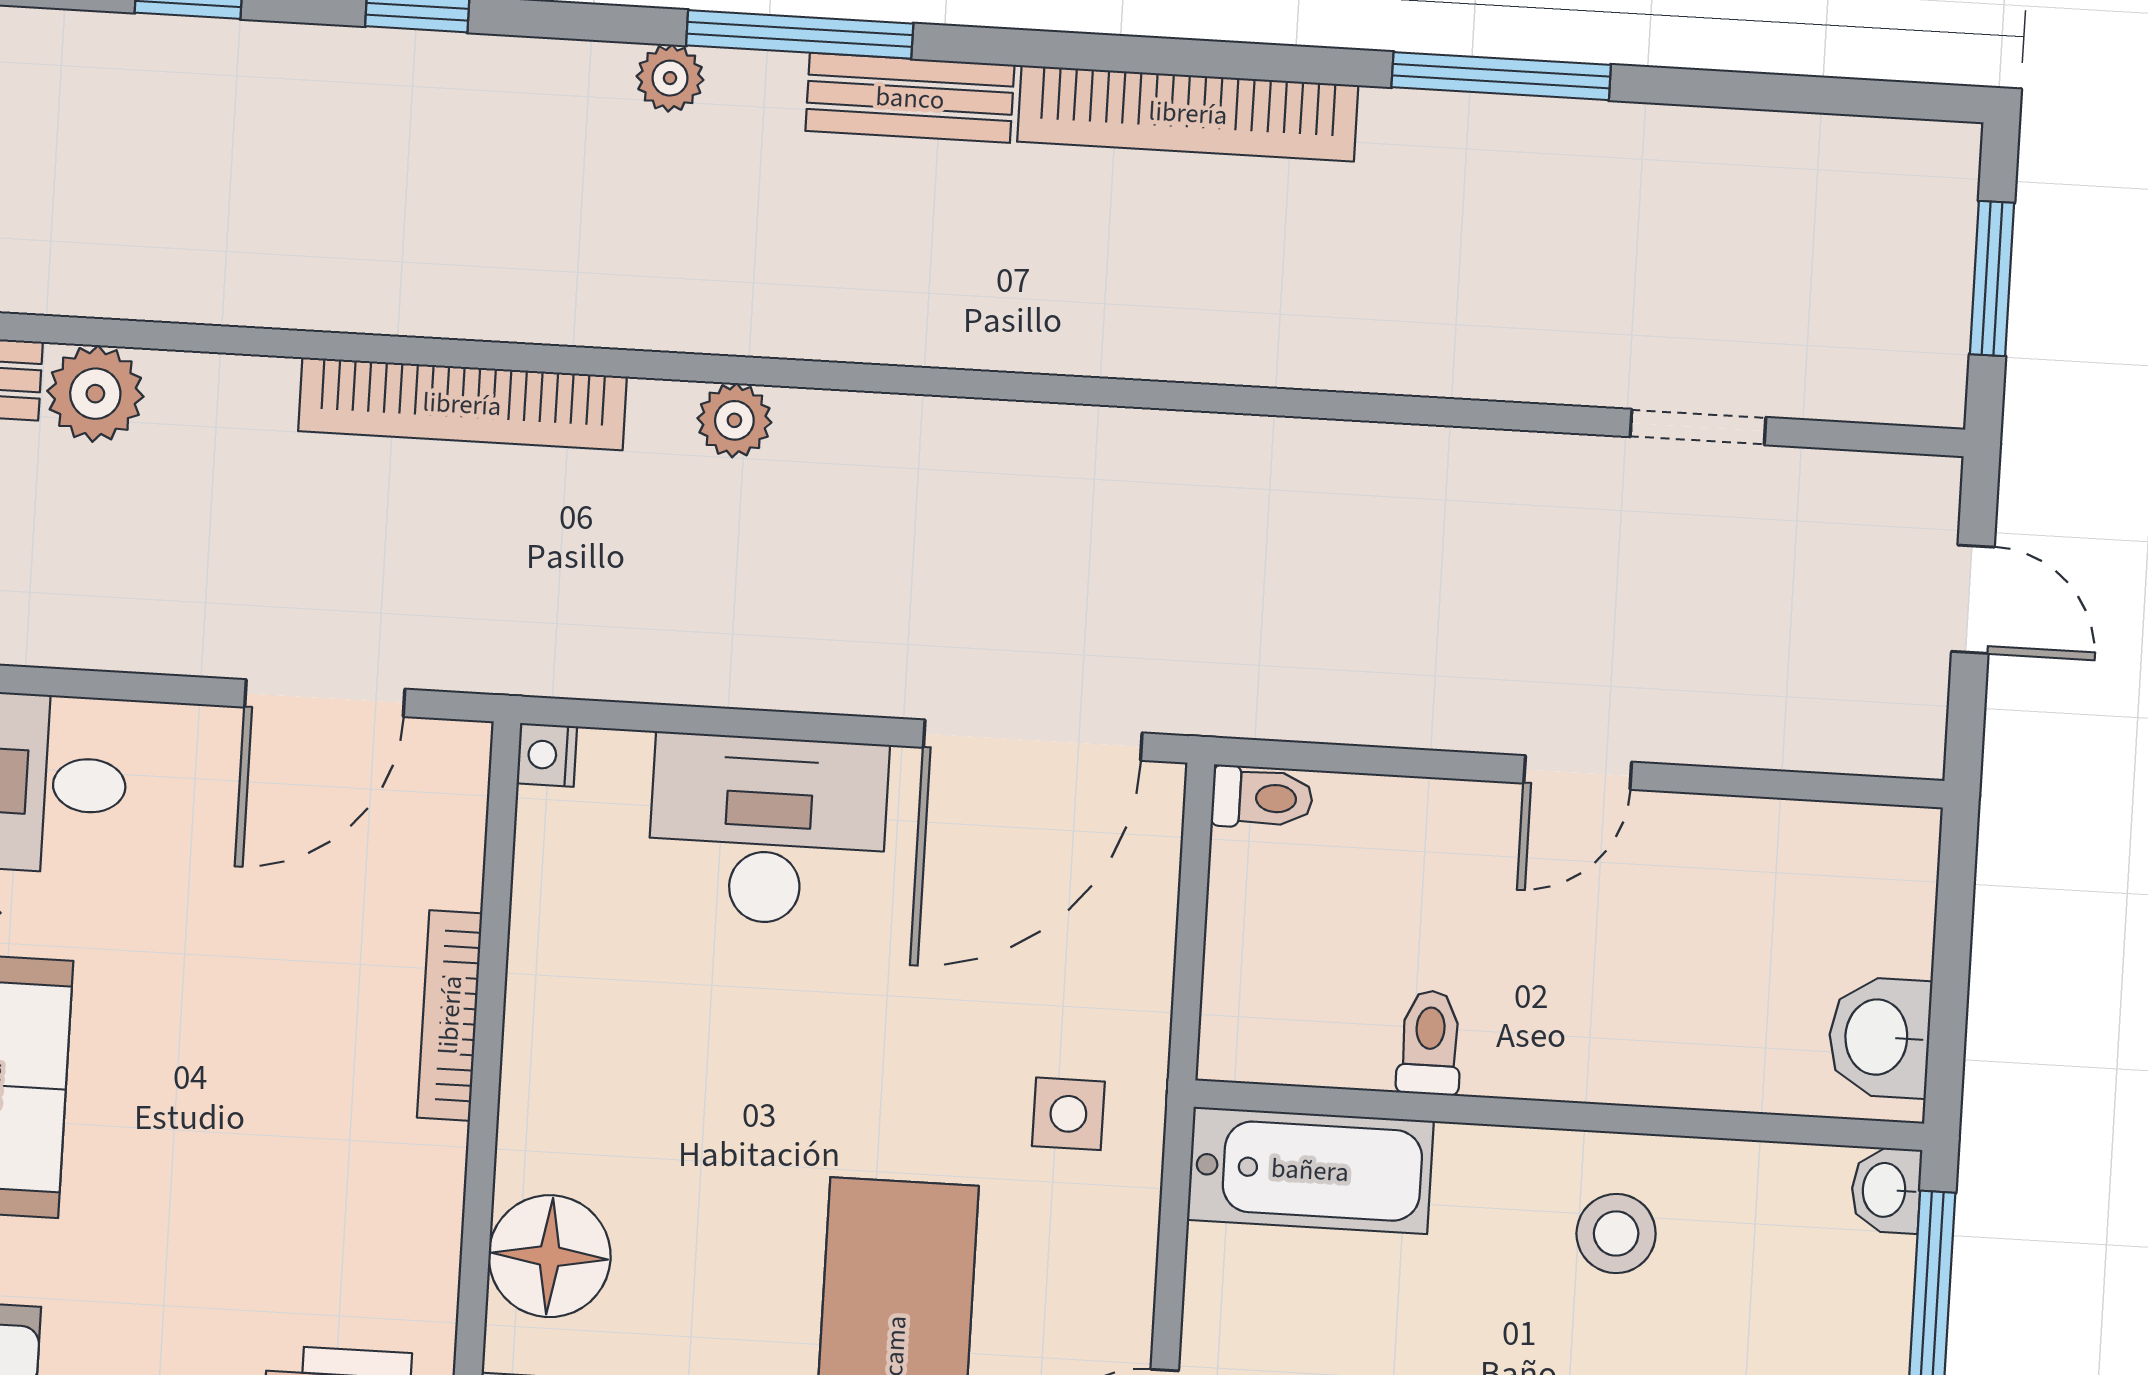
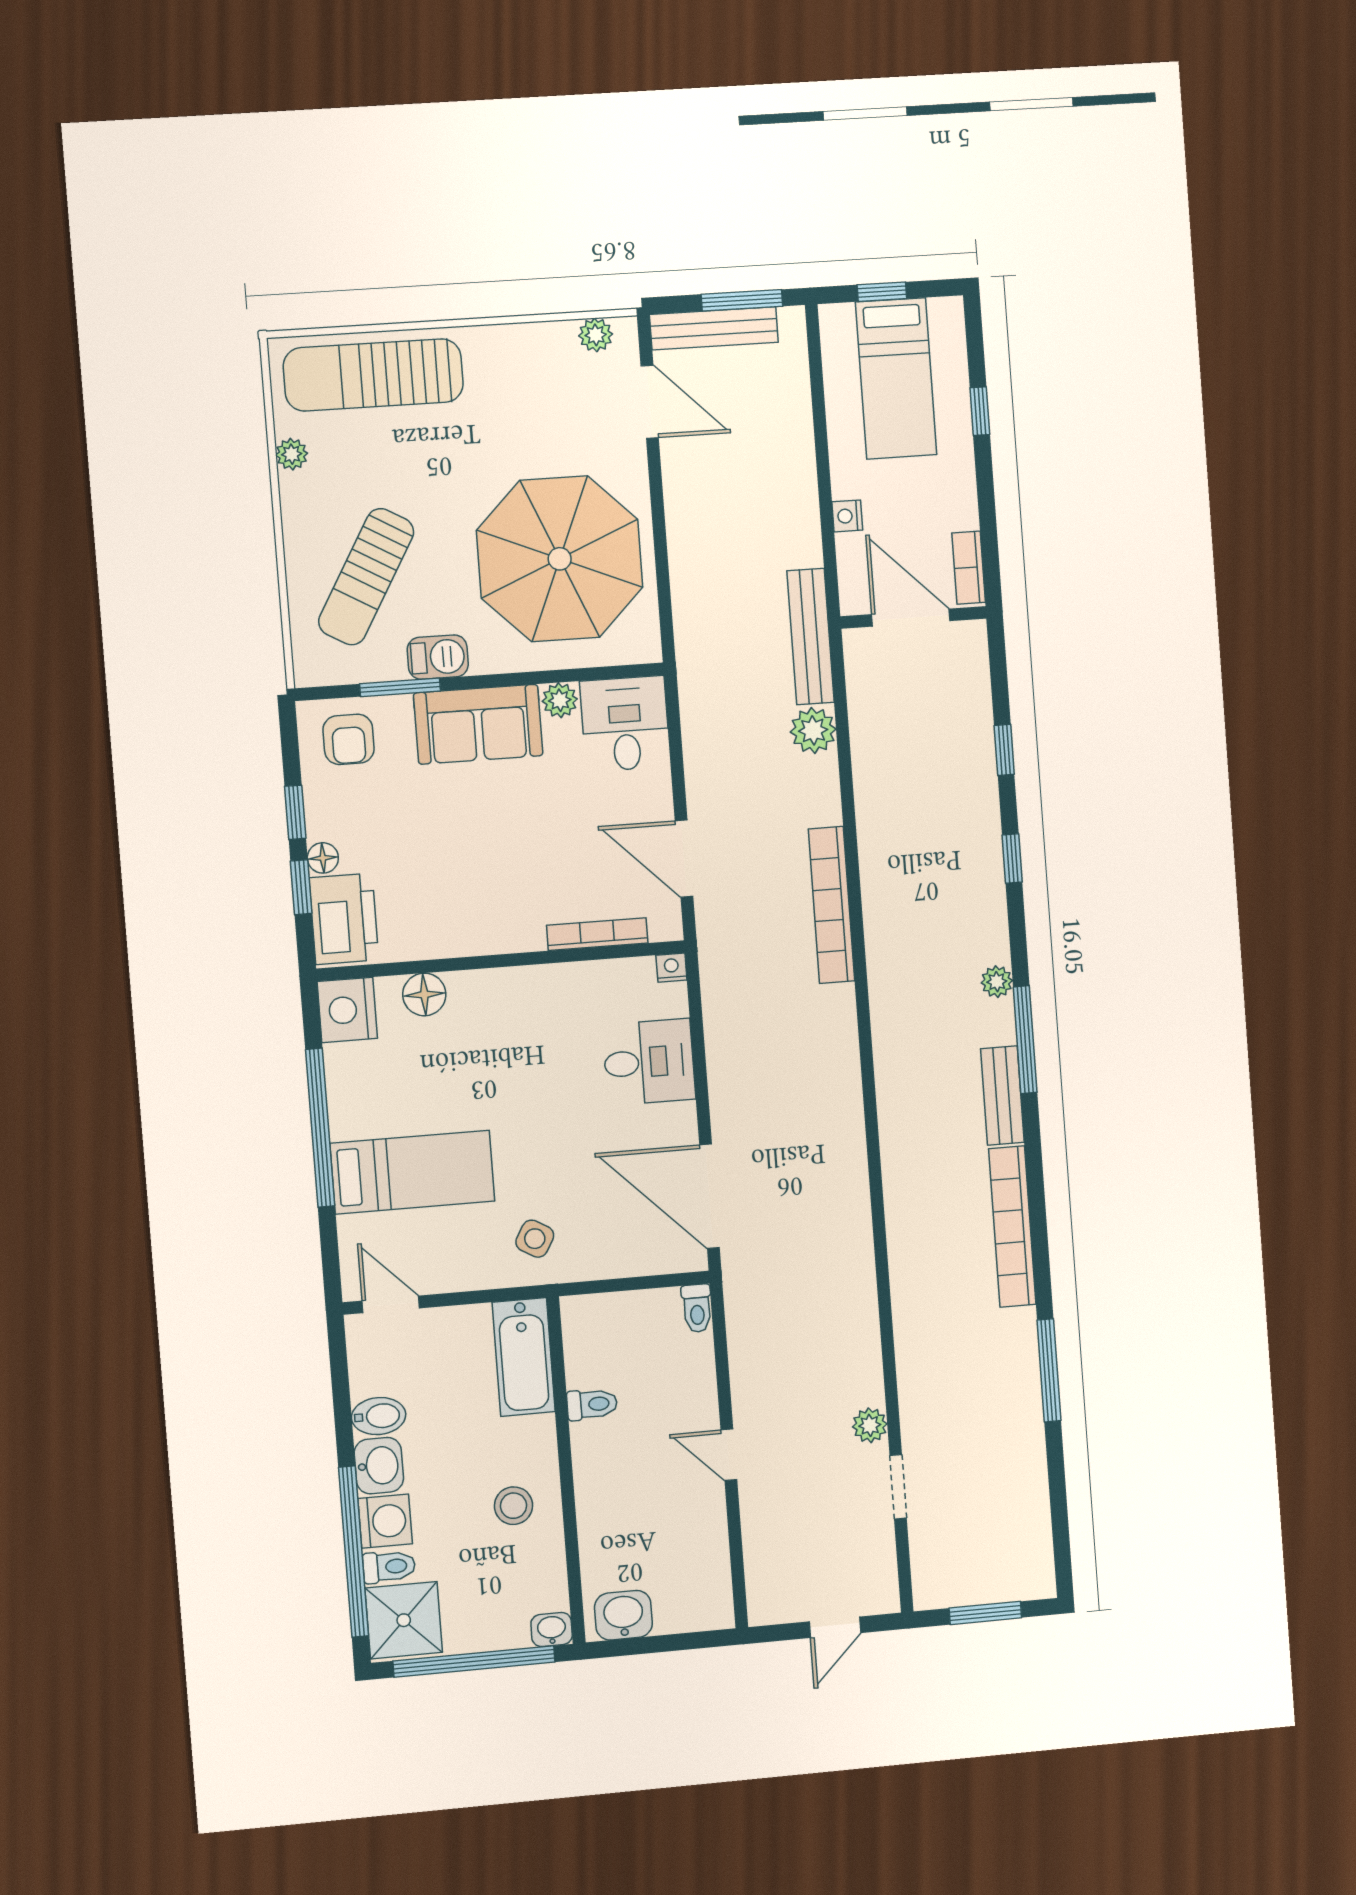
plant: (734, 420) -> (870, 1425), moved
desk: (768, 830) -> (649, 1062), width x0.73
bookcase: (450, 1015) -> (597, 934), moved
side table: (1068, 1114) -> (535, 1239), turned 30
floor lamp: (550, 1256) -> (424, 994), width x0.73, depth x0.73

